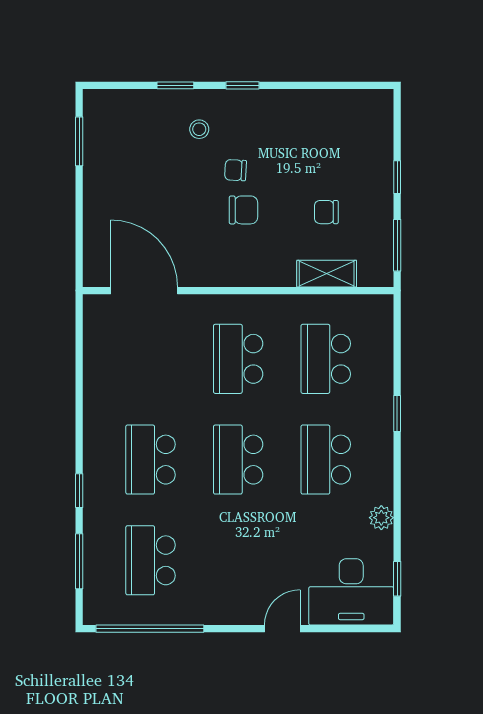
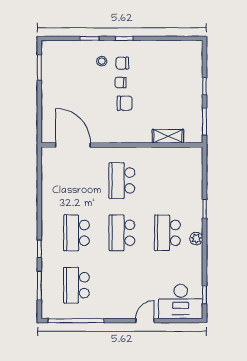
chair: (326, 212) -> (122, 63), moved
school desk: (326, 359) -> (167, 181), removed
plant: (381, 518) -> (196, 239), moved

